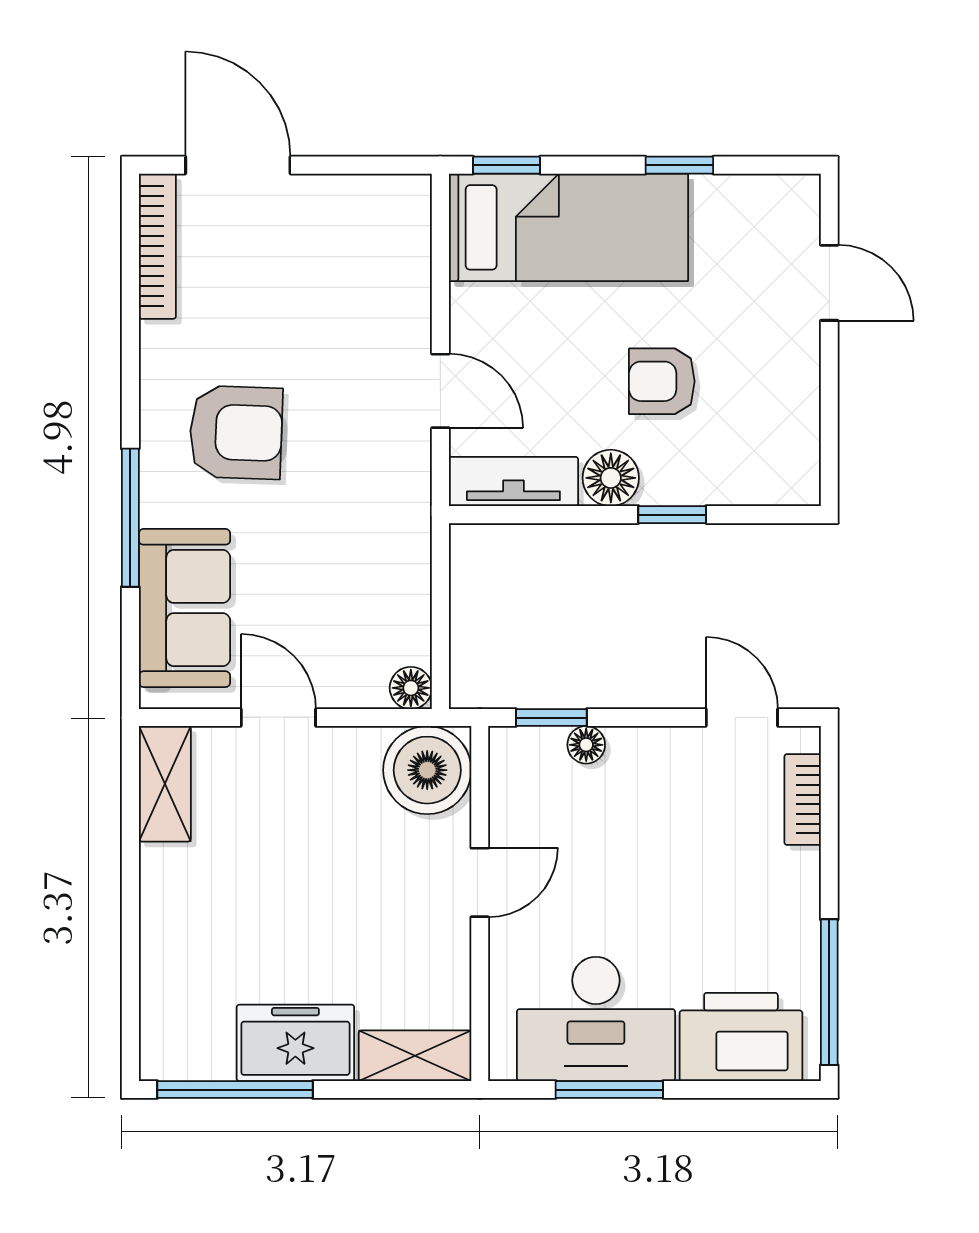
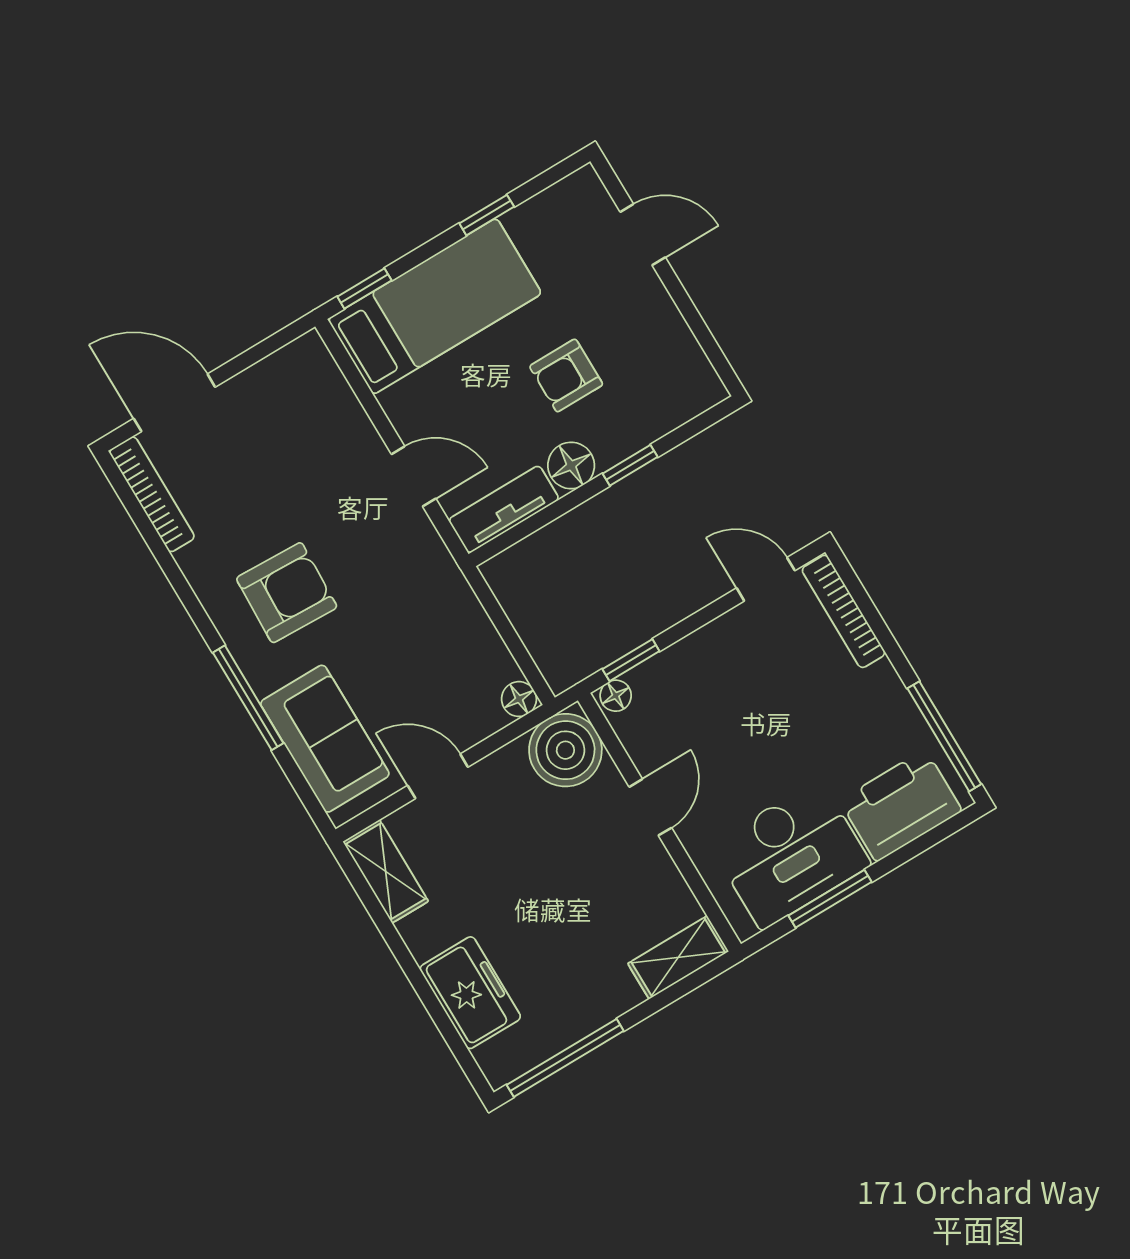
floor lamp: (586, 745) -> (616, 696), moved
bookcase: (803, 799) -> (843, 611), width x1.56
freezer: (295, 1043) -> (470, 993), moved, turned 90

